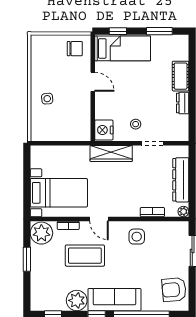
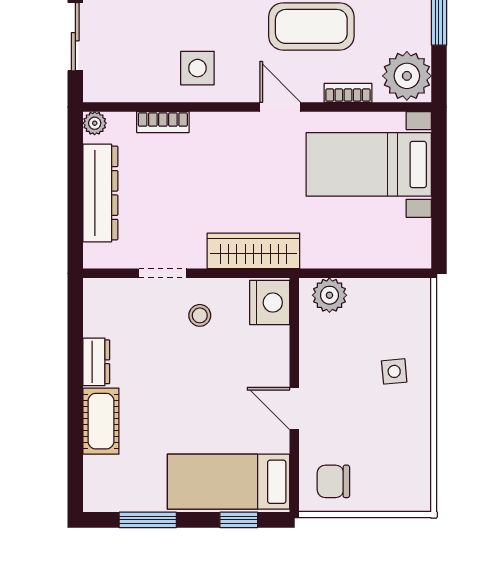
plant: (77, 133) -> (329, 295), added

